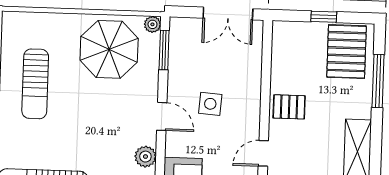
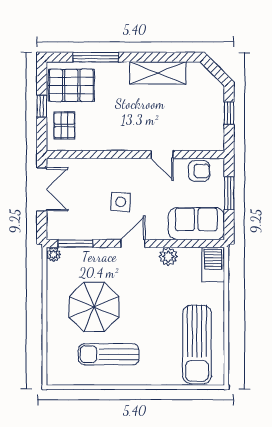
parasol: (109, 49) -> (94, 307), moved
sun lounger: (35, 84) -> (109, 354), turned 180
pallet: (289, 107) -> (64, 125), moved

